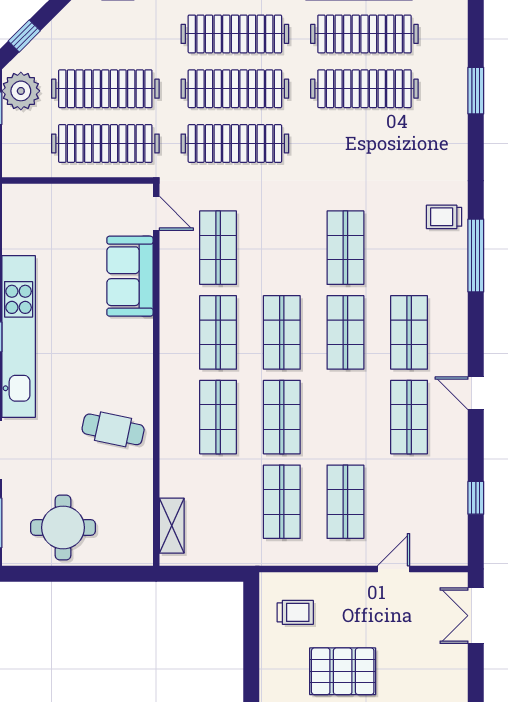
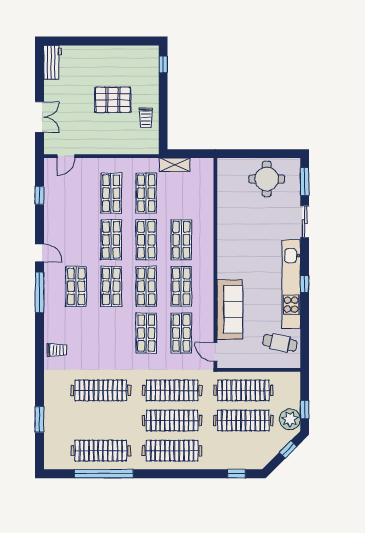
clothes rail: (364, 89) -> (101, 390), moved
shop shelf: (345, 248) -> (146, 333), moved
window: (476, 256) -> (39, 292), moved
sofa: (130, 276) -> (230, 309), width x1.36
shop shelf: (409, 417) -> (111, 240), moved
cafe table: (113, 429) -> (280, 343), moved
shelving: (172, 526) -> (175, 165), moved, turned 90
door: (394, 569) -> (66, 156), moved
trolley: (295, 612) -> (146, 118), moved, turned -90
double door: (476, 616) -> (39, 117), moved

